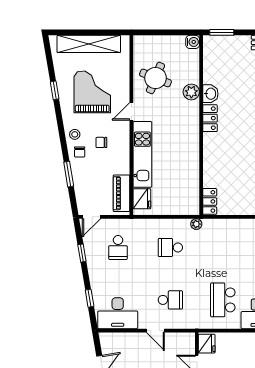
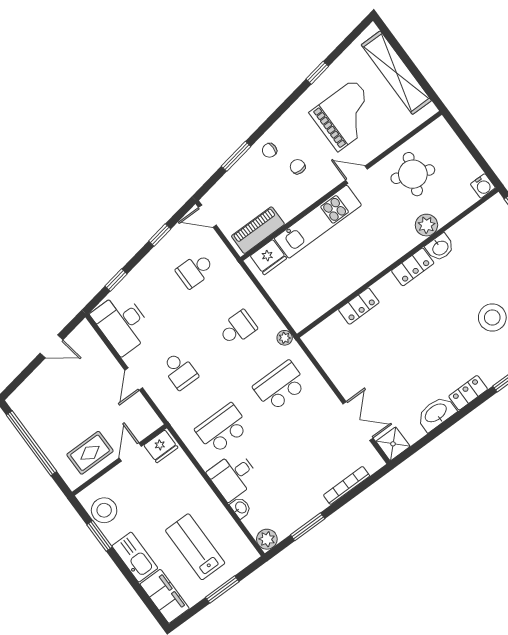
stool: (75, 134) -> (285, 131), removed
locker: (210, 201) -> (359, 306), moved
school desk: (170, 248) -> (238, 328), turned 90
school desk: (223, 248) -> (280, 386), added

